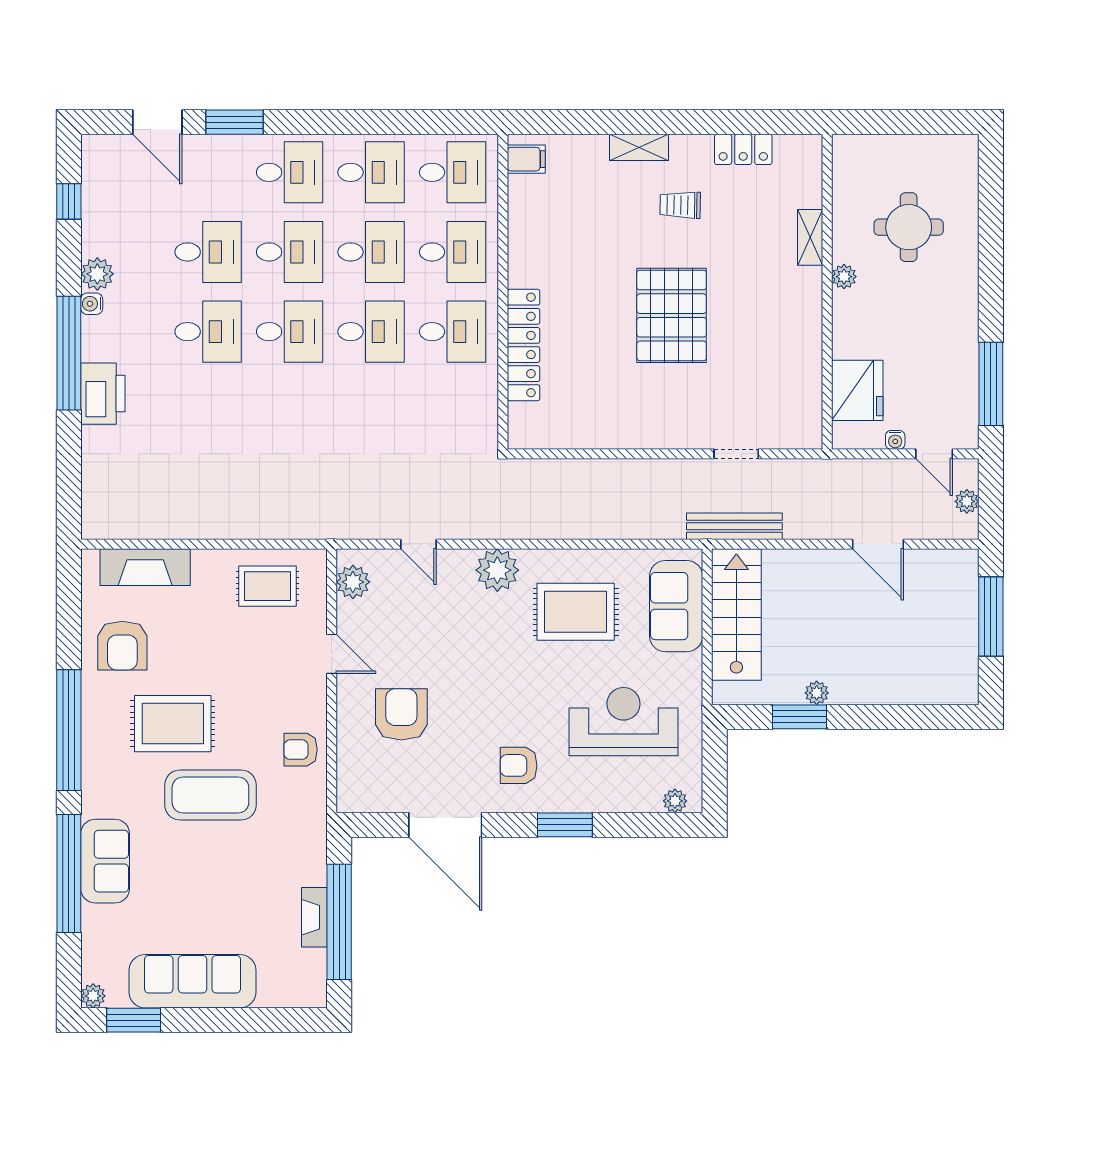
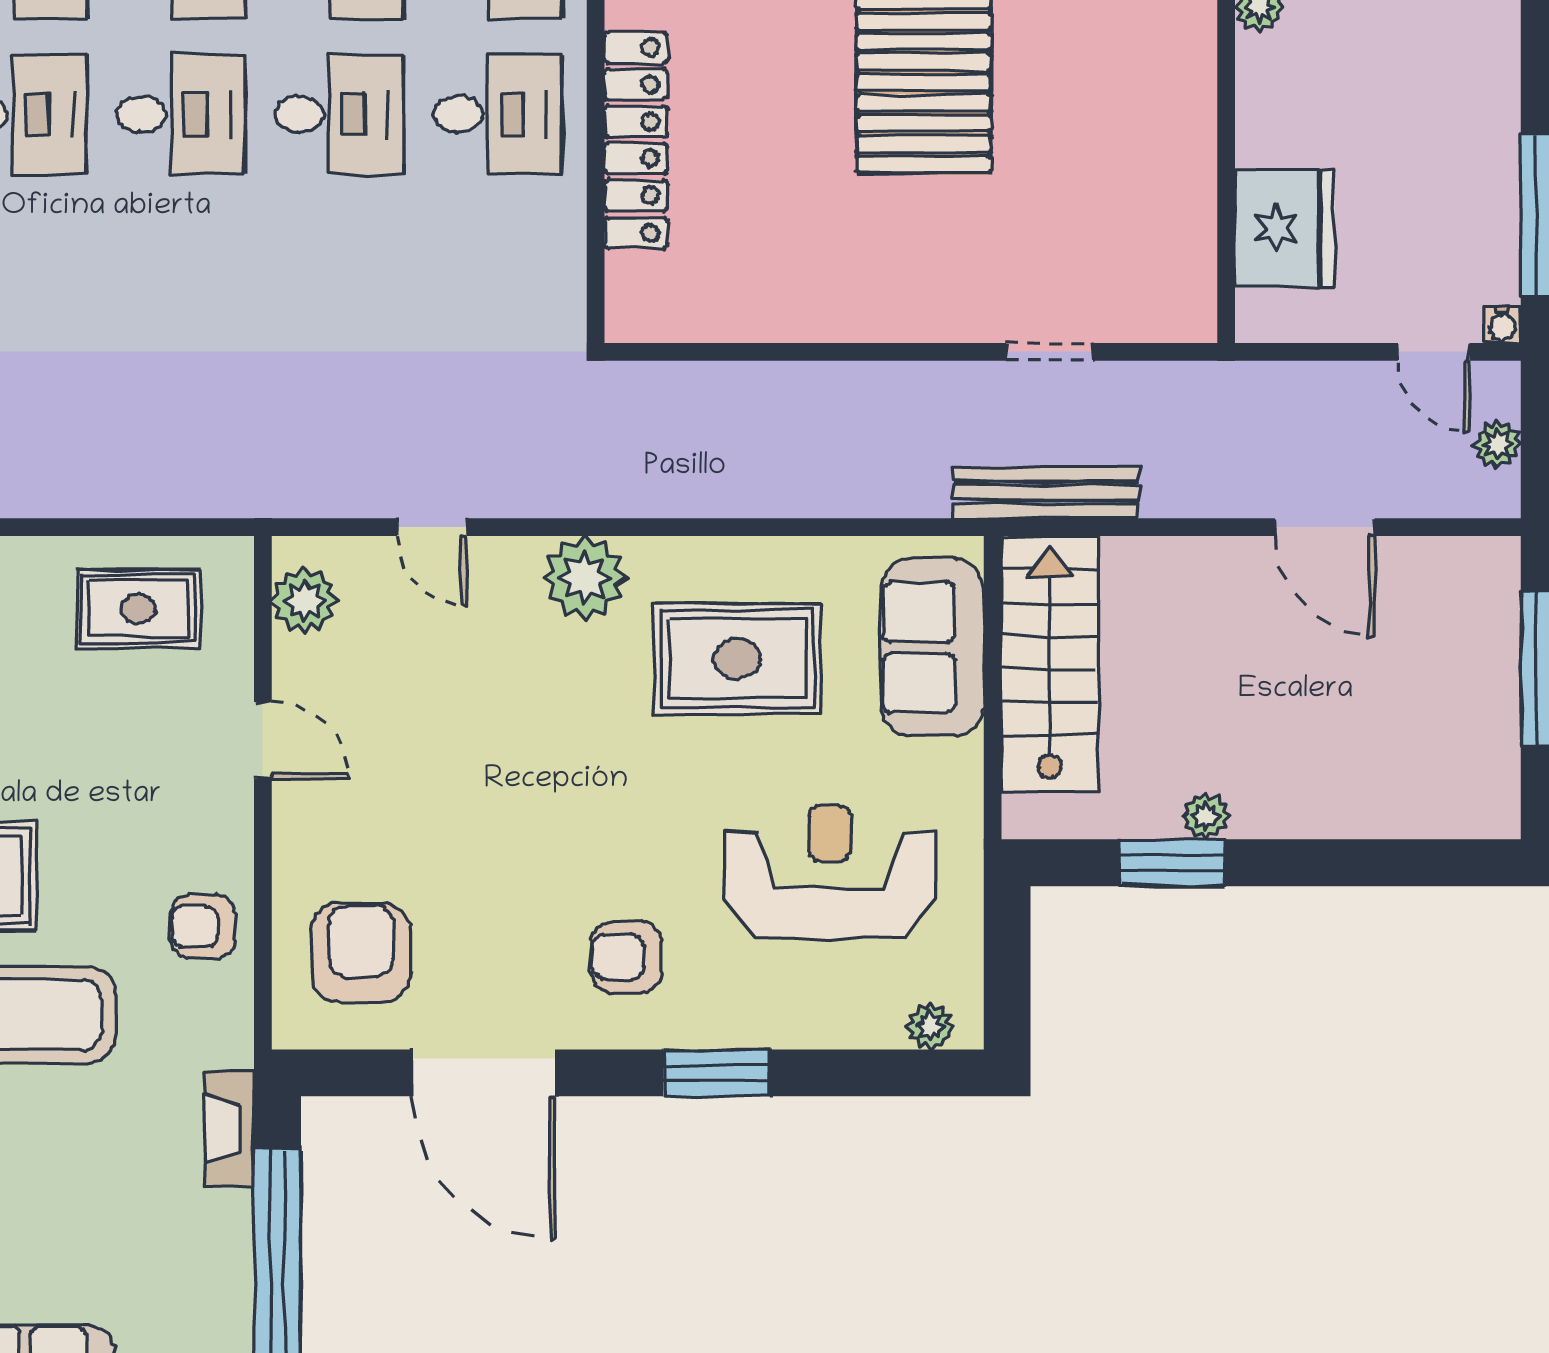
water cooler: (895, 440) -> (1502, 325), moved
armchair: (401, 714) -> (361, 953), moved
fireplace: (314, 917) -> (229, 1128), moved

